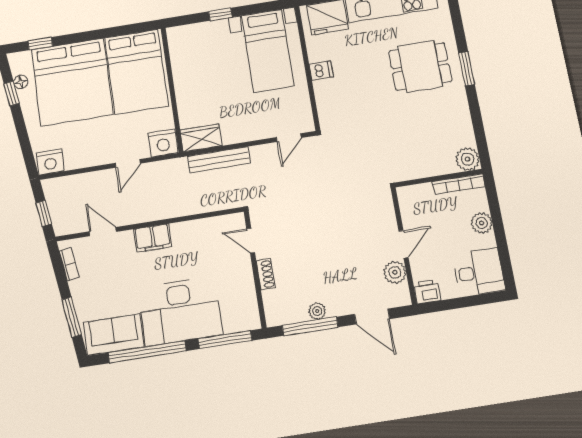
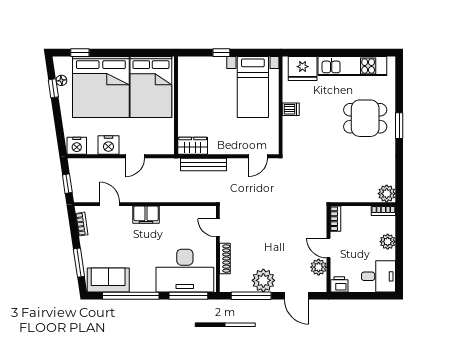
nightstand: (163, 143) -> (108, 145), moved
bookcase: (459, 184) -> (383, 211), width x0.64
bookcase: (406, 203) -> (335, 219), added
door: (404, 244) -> (328, 248), swing flipped
shoe rack: (266, 274) -> (225, 259), width x1.43
desk: (180, 311) -> (185, 271), moved
plant: (317, 311) -> (263, 280), width x1.87, depth x1.87

